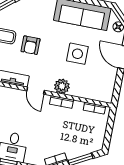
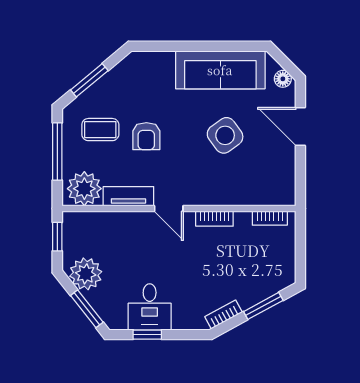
side table: (77, 54) -> (225, 135), turned -36
plant: (62, 86) -> (210, 193), removed

